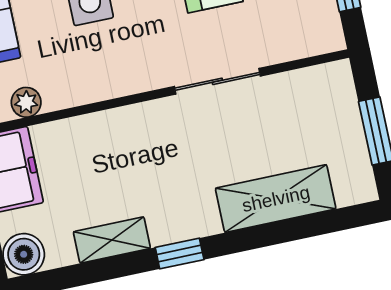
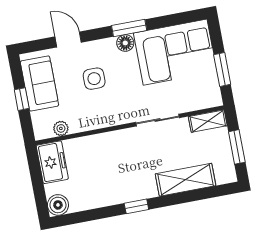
shelving: (112, 240) -> (208, 121), moved

